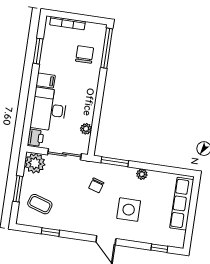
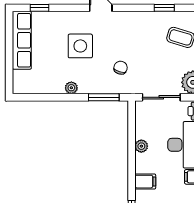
filing cabinet: (89, 83) -> (145, 182), added
plant: (86, 129) -> (141, 146), moved
row of seats: (182, 204) -> (22, 40), moved

